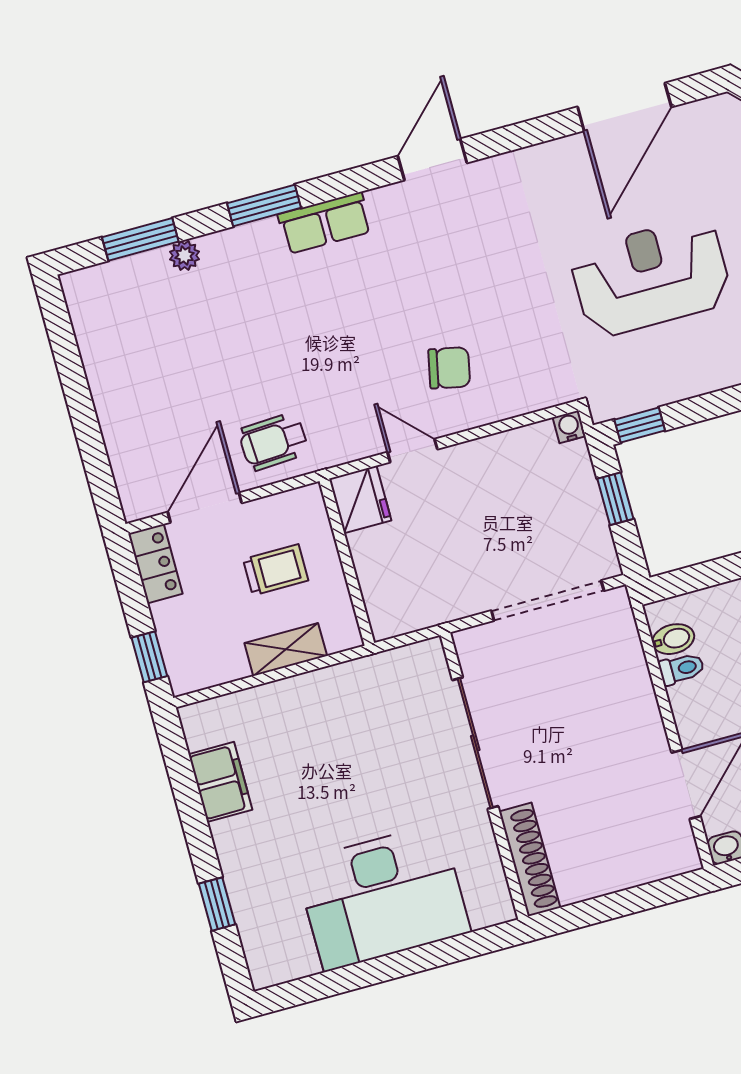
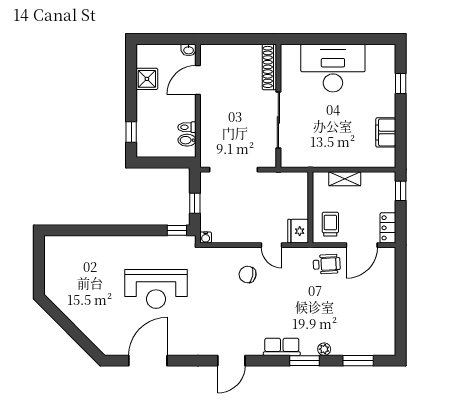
plant: (184, 255) -> (324, 349), moved
trolley: (276, 570) -> (330, 224), moved, turned 90

